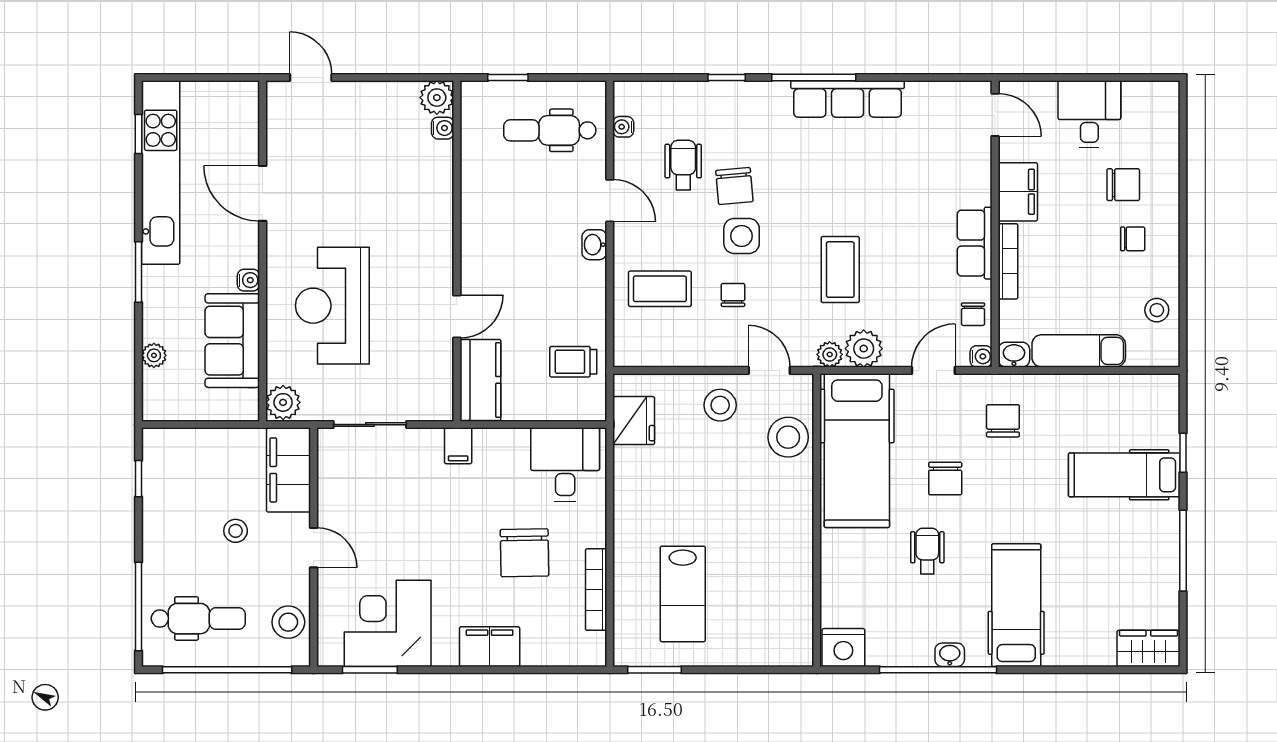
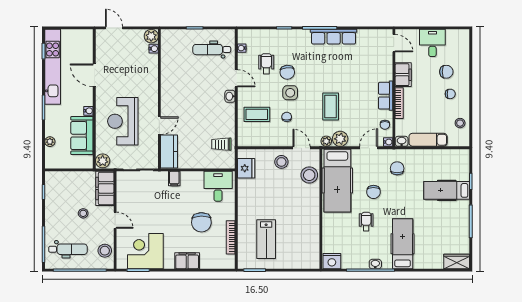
plant: (437, 98) -> (151, 36), moved
water cooler: (443, 128) -> (154, 49), moved
wall: (457, 251) -> (159, 99), moved
door: (457, 316) -> (159, 126), moved
kitchen counter: (480, 380) -> (169, 152), moved

